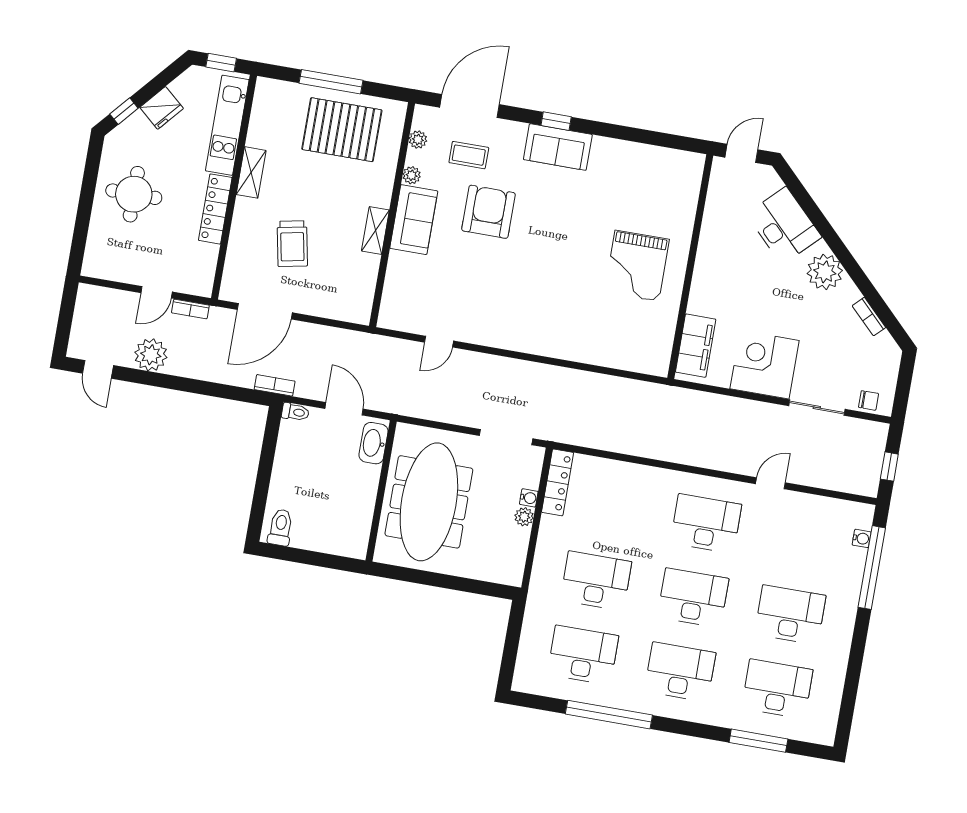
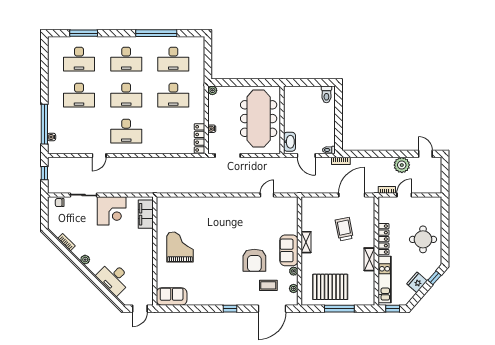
sofa: (558, 147) -> (172, 296), moved
plant: (825, 272) -> (85, 260), width x0.53, depth x0.53
plant: (524, 517) -> (212, 90), moved

